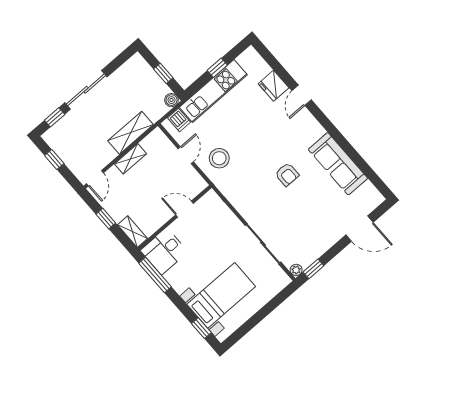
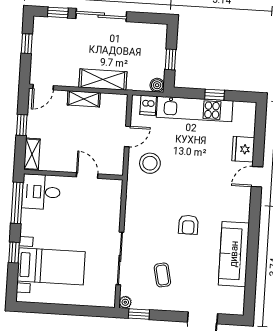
coffee table: (303, 226) -> (162, 275), added
window: (201, 328) -> (14, 252), moved

